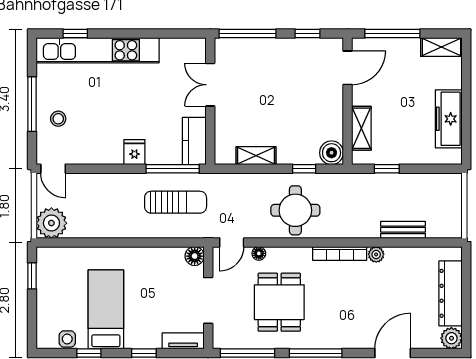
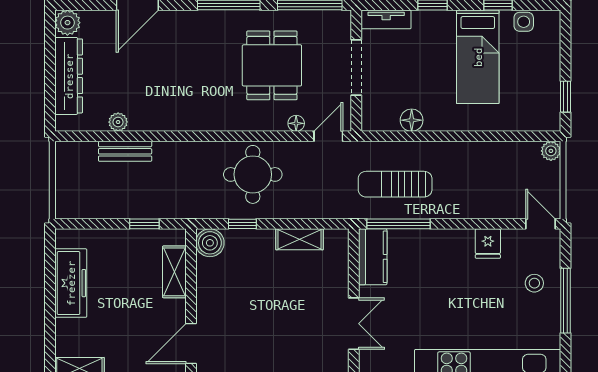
fridge: (134, 152) -> (488, 244), moved
plant: (51, 223) -> (551, 151), width x0.53, depth x0.53
bookcase: (340, 253) -> (200, 123), removed
plant: (376, 254) -> (118, 122), moved
floor lamp: (195, 256) -> (412, 120), moved

